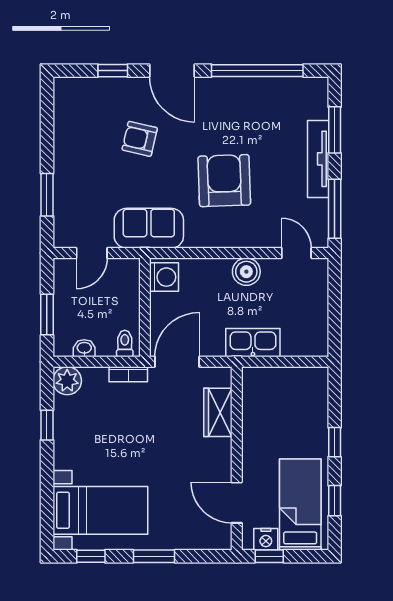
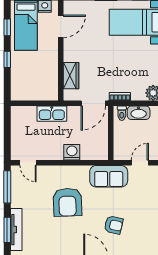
tv unit: (318, 159) -> (16, 230), moved
boiler: (246, 272) -> (55, 153), removed
washing machine: (164, 277) -> (72, 152), moved, turned 90
washbasin: (84, 348) -> (139, 113), width x1.91, depth x1.45
door: (237, 503) -> (61, 26), hinge flipped

